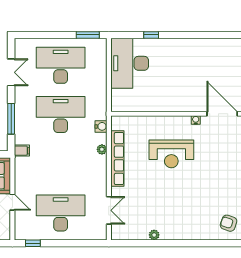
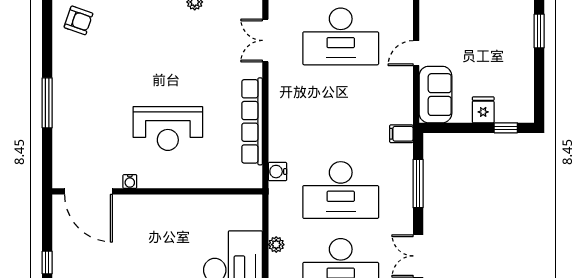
plant: (102, 149) -> (276, 245), moved
reception desk: (171, 154) -> (168, 129), turned 180
door: (12, 202) -> (416, 53), hinge flipped

